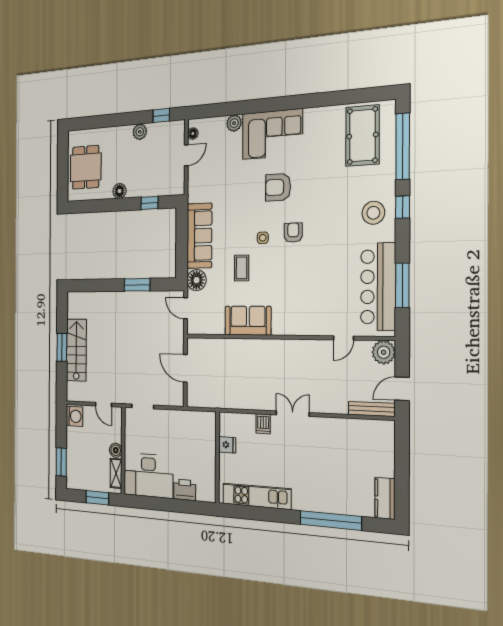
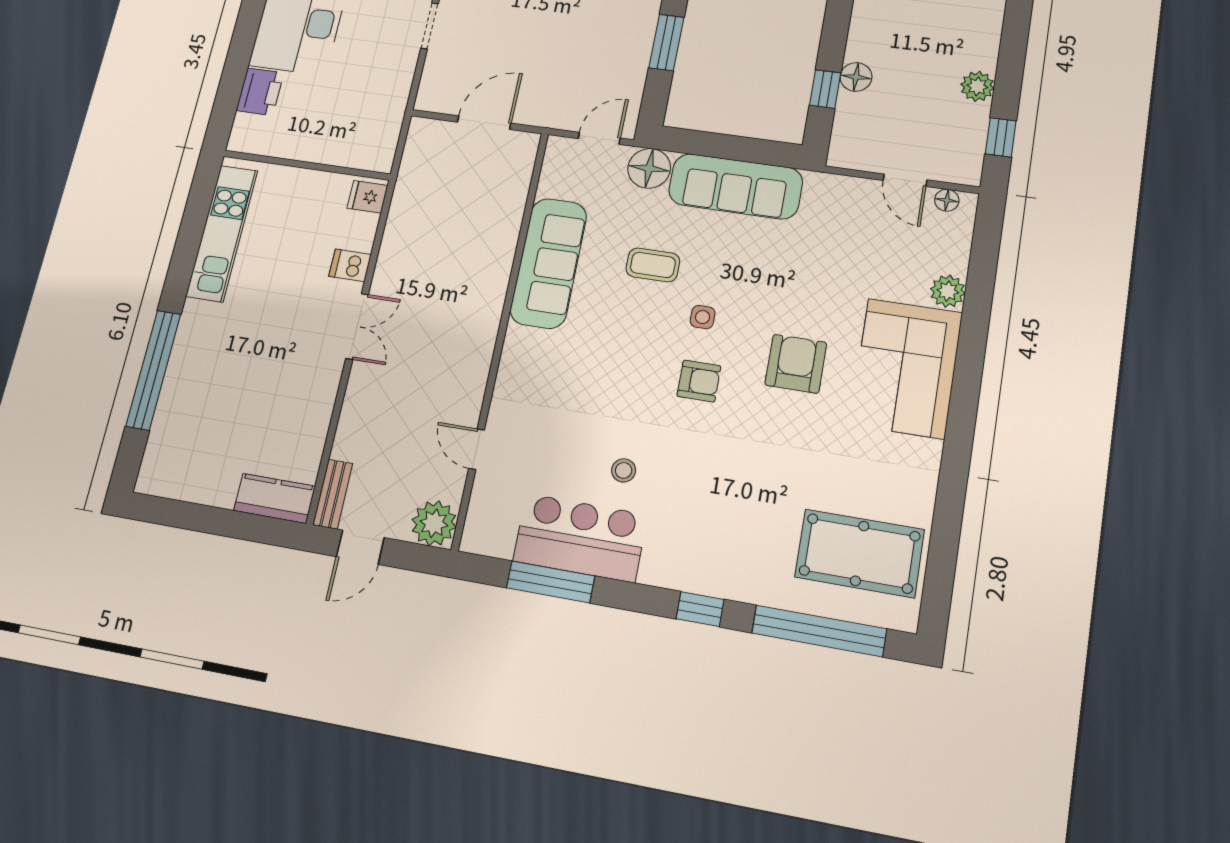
floor lamp: (119, 191) -> (856, 77), moved
stool: (373, 213) -> (624, 470), moved, width x0.53, depth x0.53
bar counter: (378, 287) -> (580, 538), width x0.73
sofa: (248, 321) -> (549, 263), width x1.36
door: (402, 389) -> (360, 547), swing flipped
bench: (372, 409) -> (333, 494), width x0.73
fridge: (227, 445) -> (368, 197), moved, turned 90
kitchen counter: (385, 498) -> (274, 498), moved

